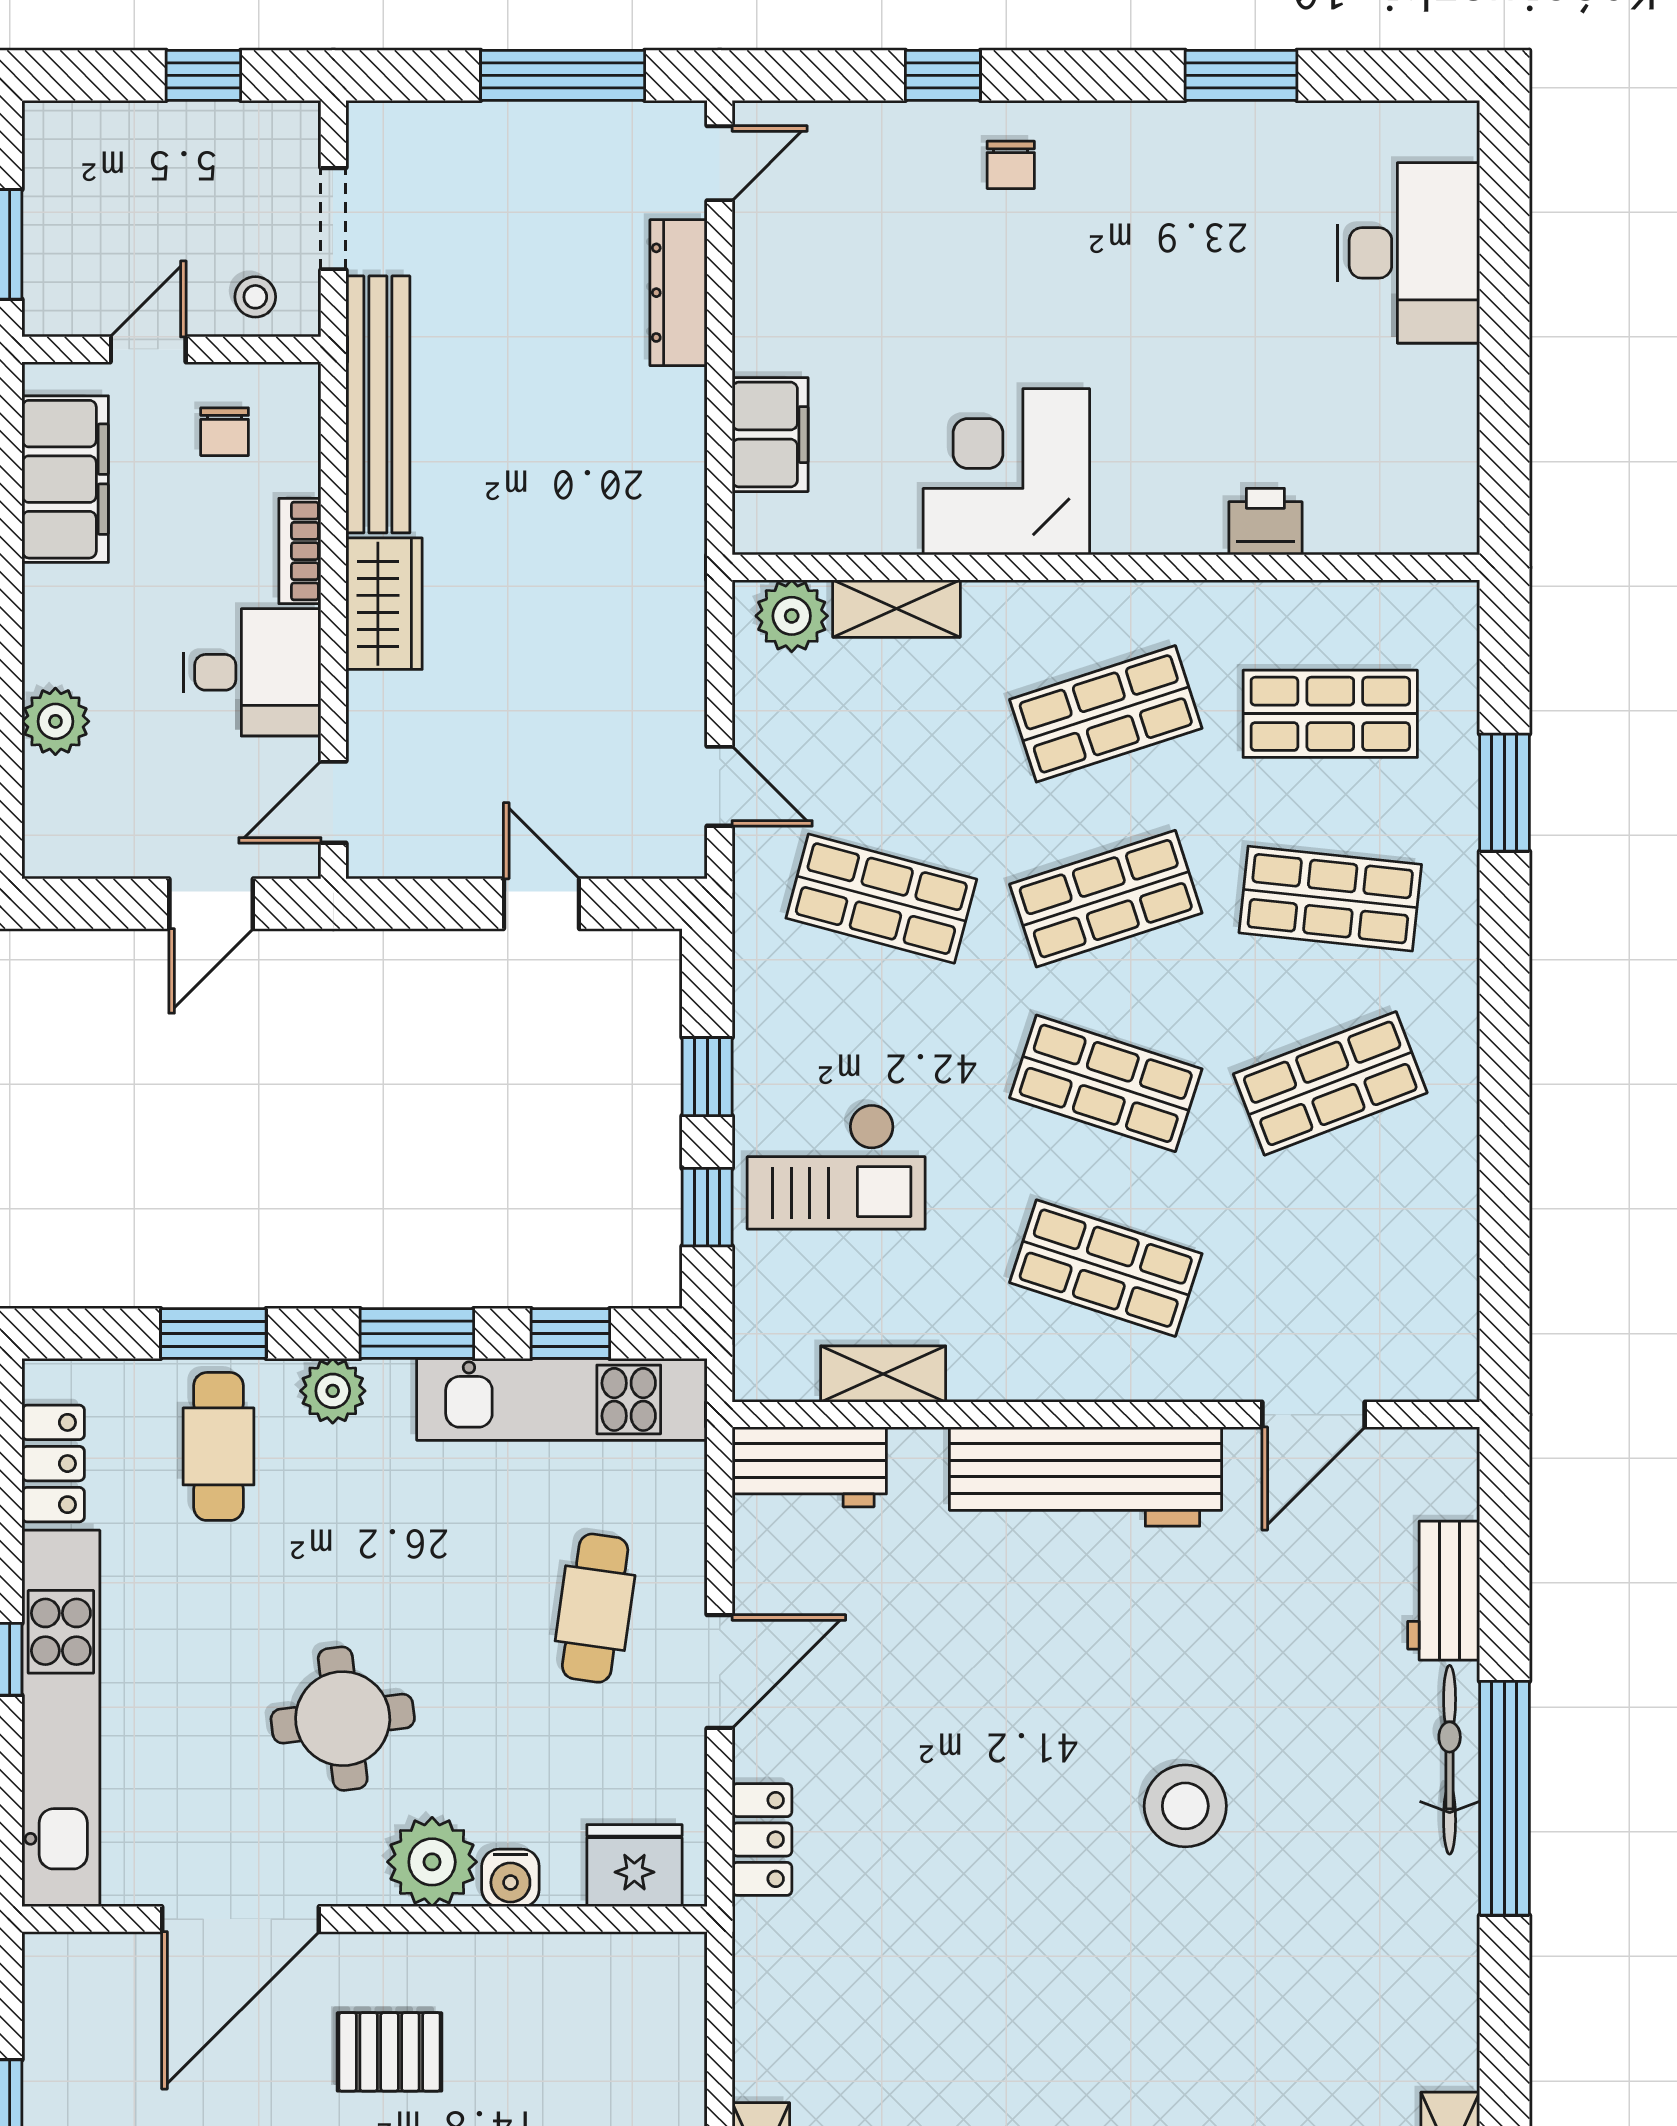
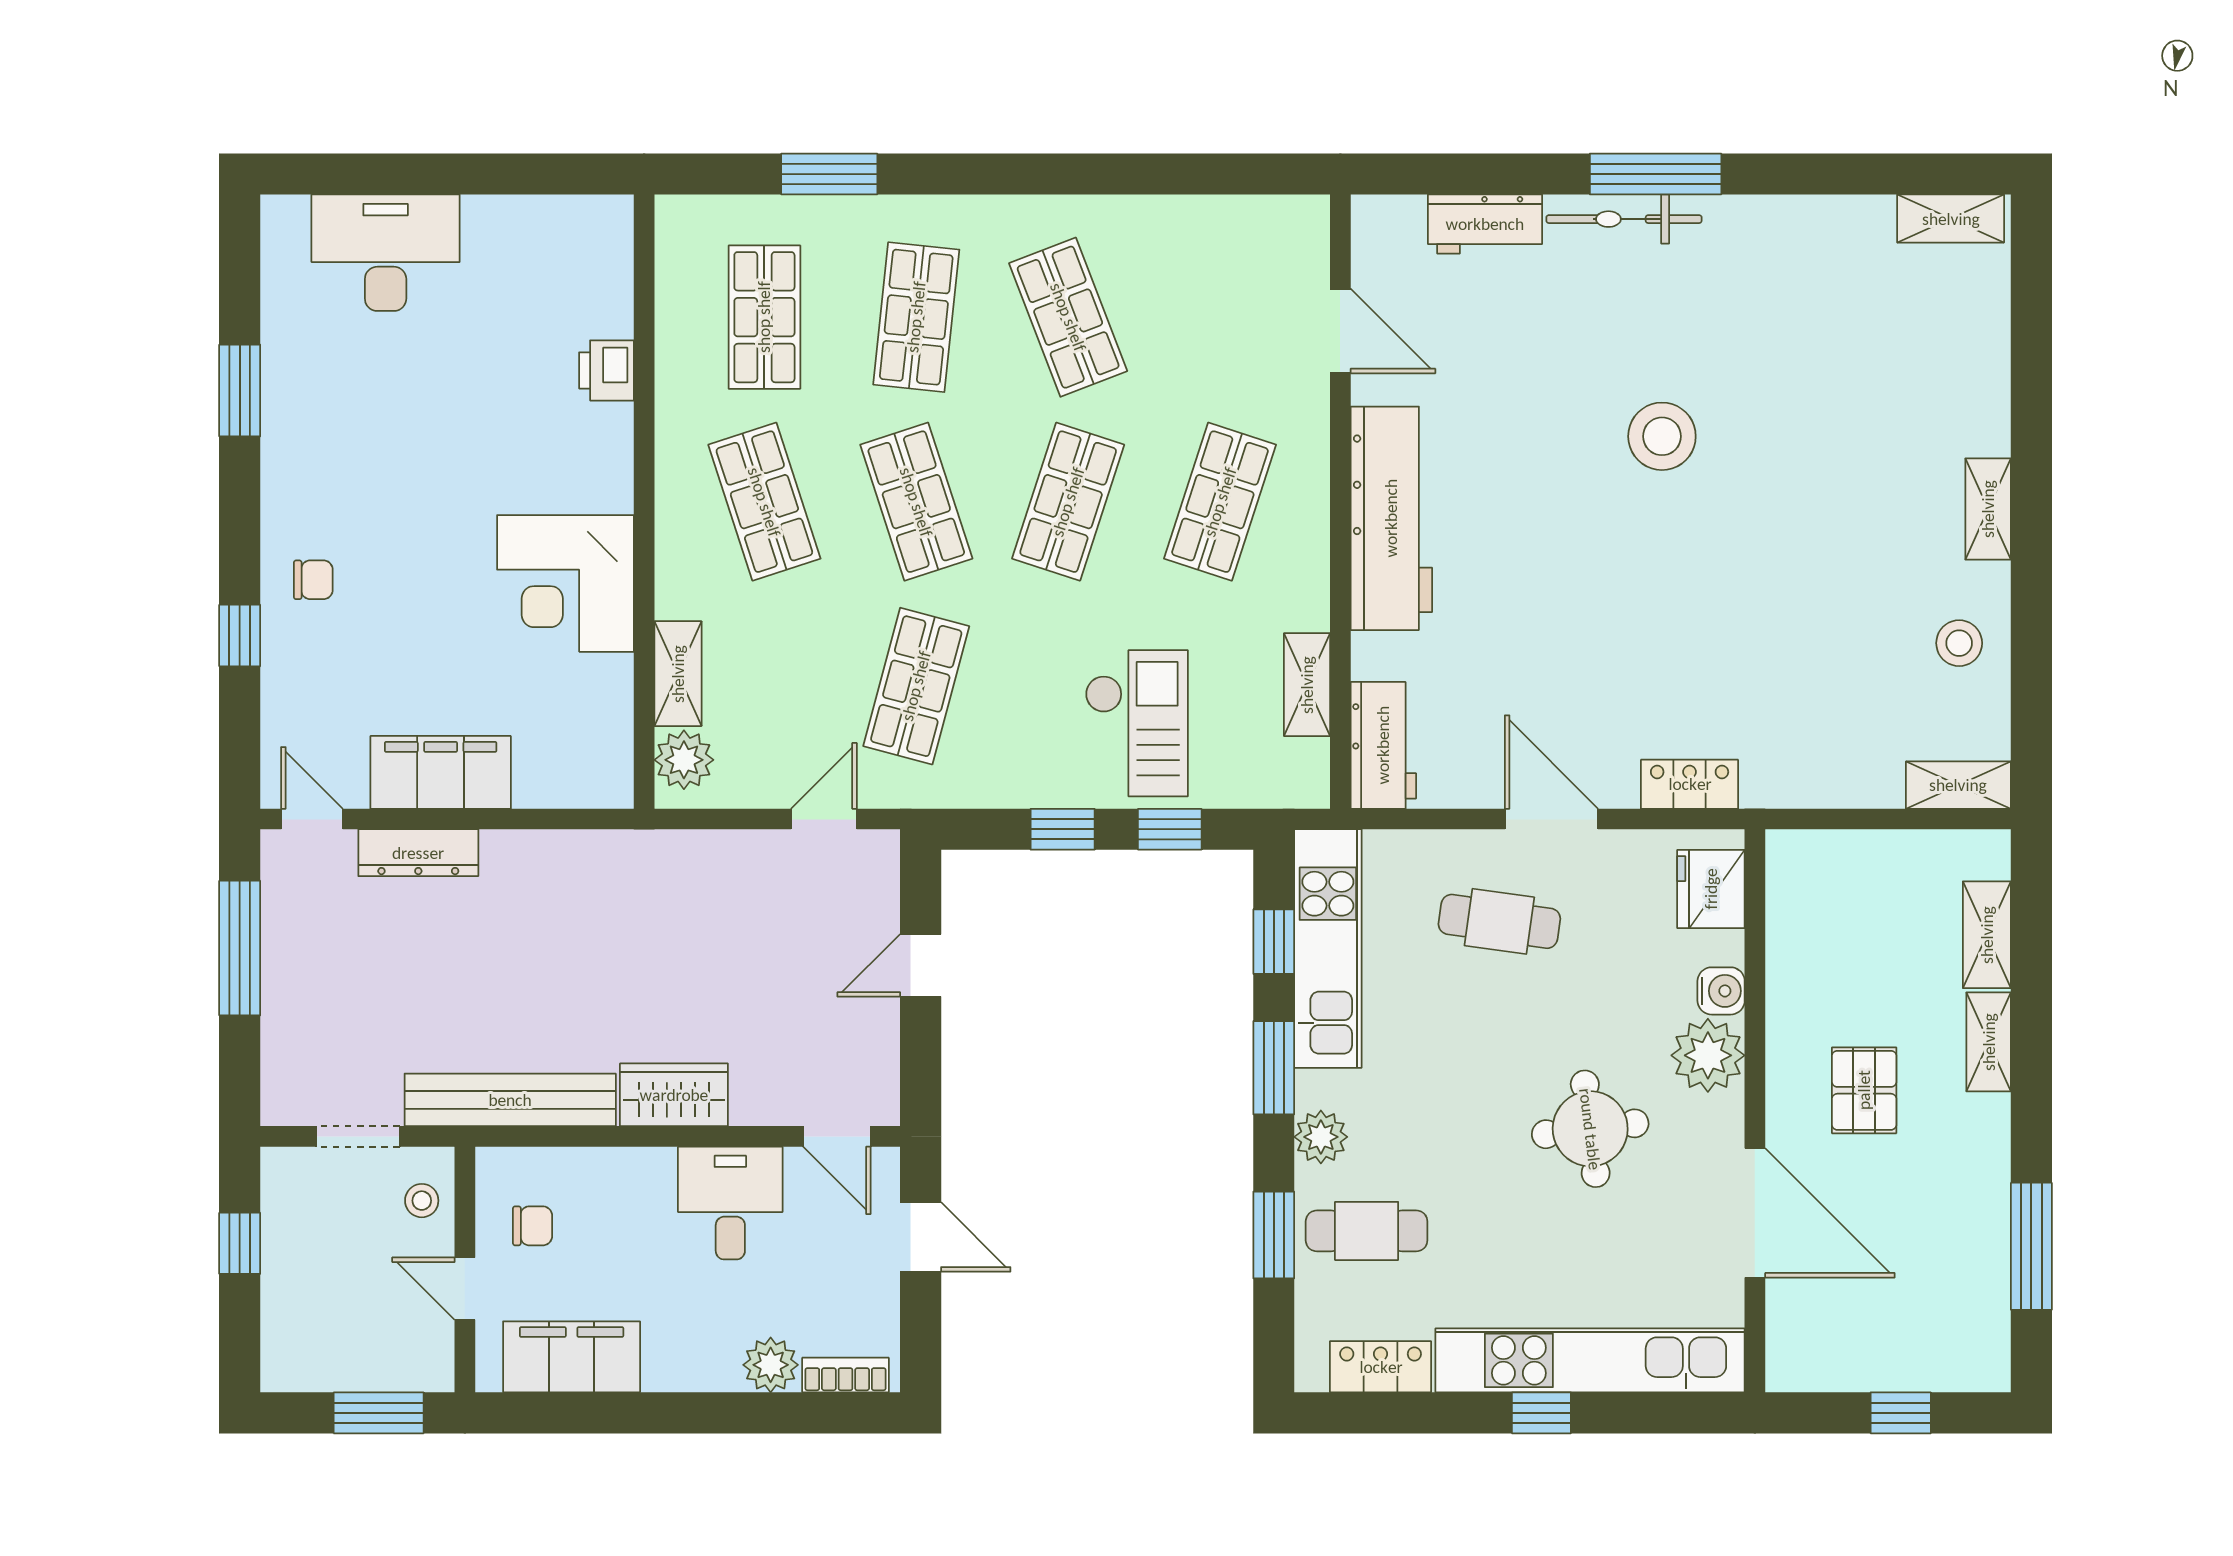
filing cabinet: (770, 435) -> (441, 772), moved, width x1.50, depth x1.17
bookcase: (300, 551) -> (845, 1375), moved, turned 180
window: (1504, 1798) -> (1656, 174), width x0.68

